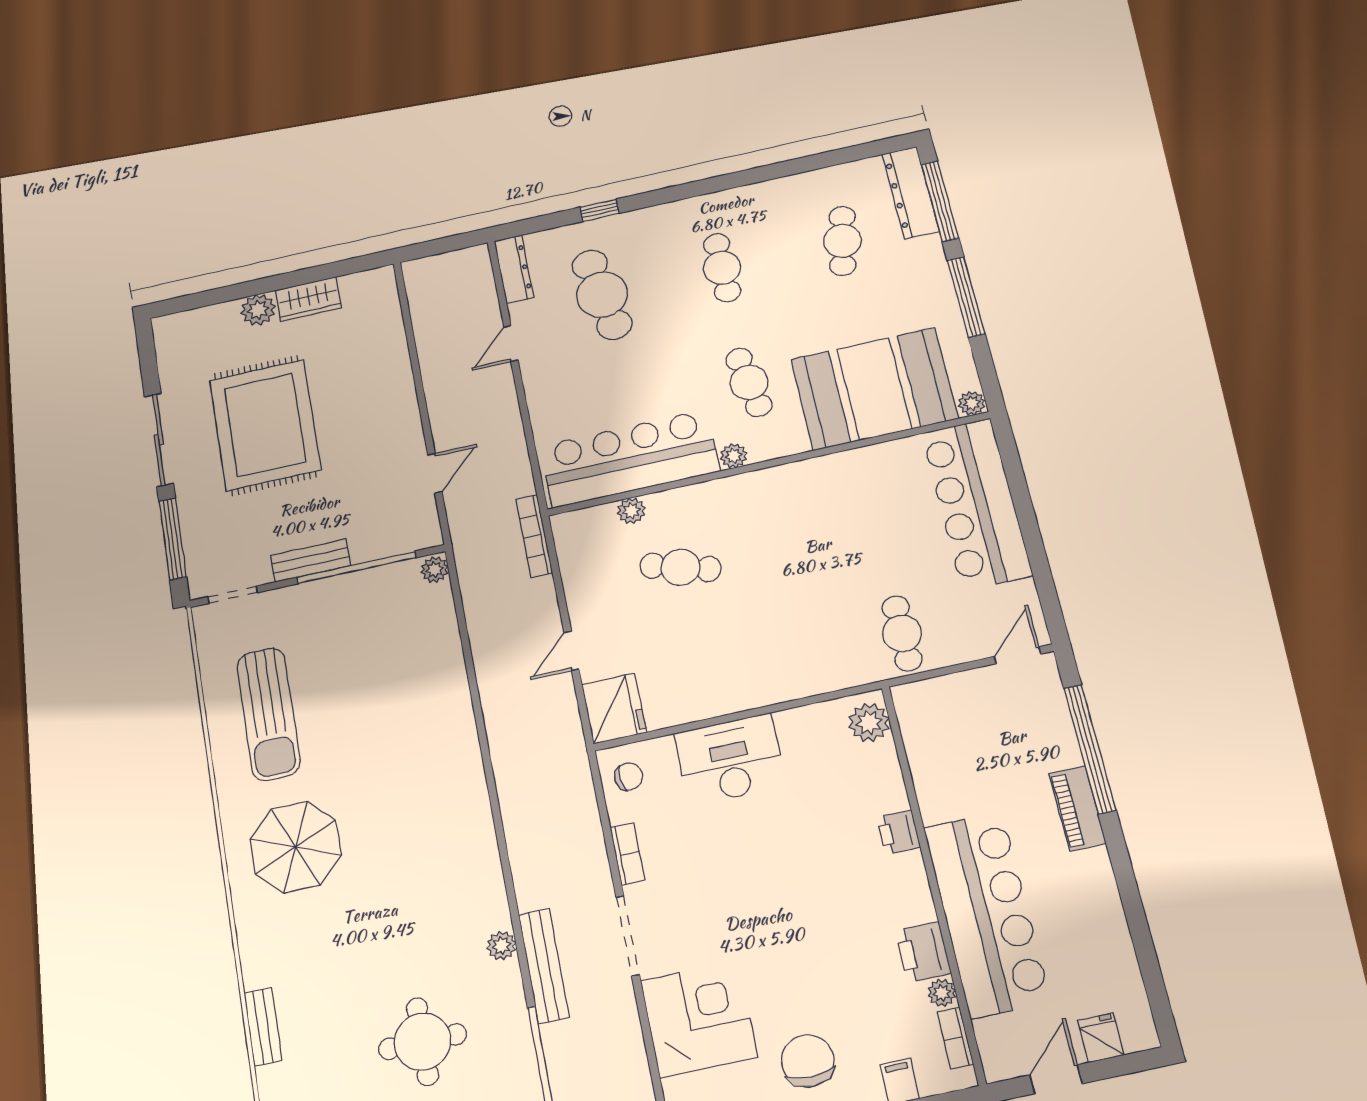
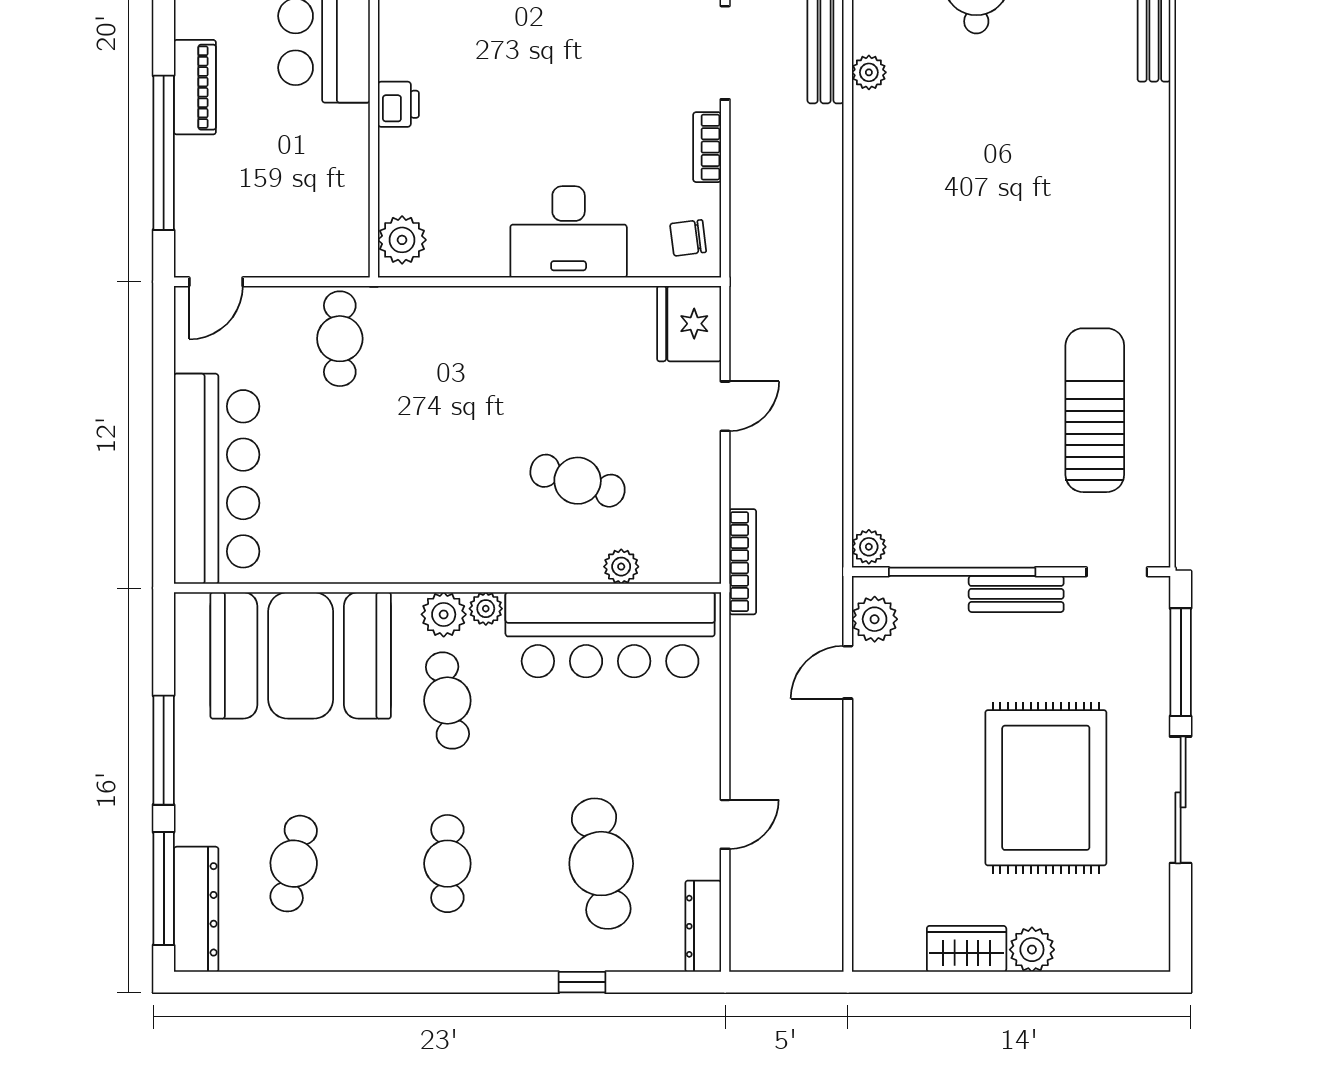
plant: (972, 403) -> (444, 614), moved, width x1.38, depth x1.38
plant: (420, 517) -> (875, 619), added
parasol: (296, 847) -> (1086, 240), removed

